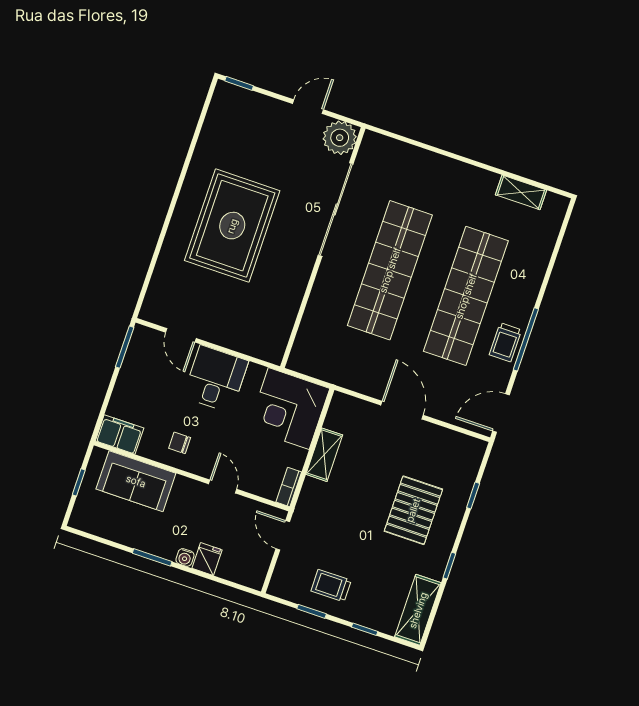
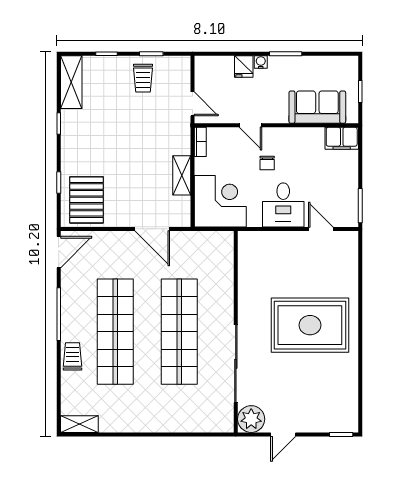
shelving: (521, 192) -> (79, 424), moved
rug: (232, 226) -> (310, 325), turned 90
trolley: (505, 342) -> (72, 356), moved
door: (402, 410) -> (152, 229), moved
chair: (180, 443) -> (267, 163), moved, turned 90
pallet: (413, 510) -> (87, 200), moved
trolley: (331, 586) -> (143, 78), turned 90

